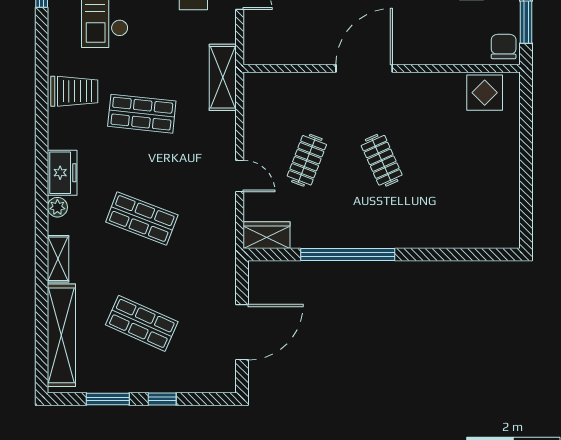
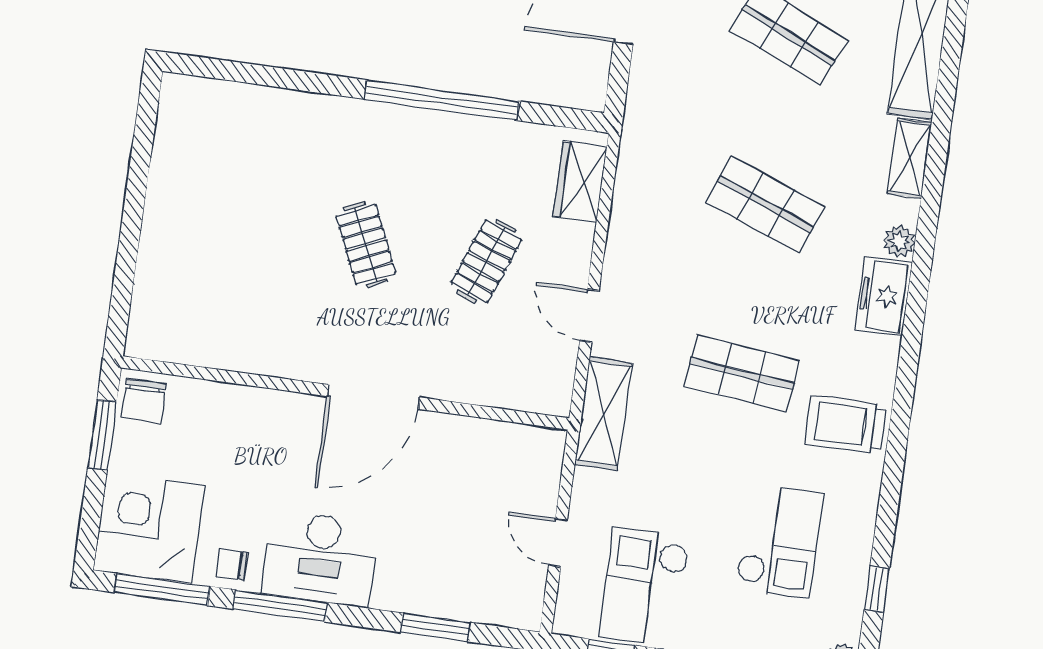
display table: (485, 93) -> (185, 331), removed
door: (240, 176) -> (589, 316), moved
wardrobe: (266, 235) -> (580, 182), moved, turned 90

